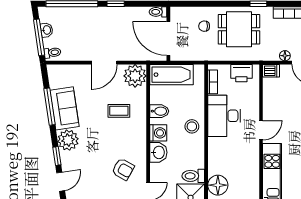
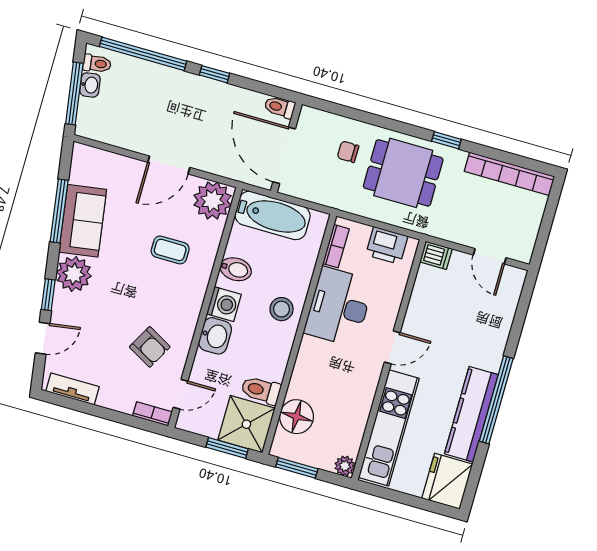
toilet: (52, 53) -> (97, 64), moved
floor lamp: (285, 56) -> (466, 237), removed

